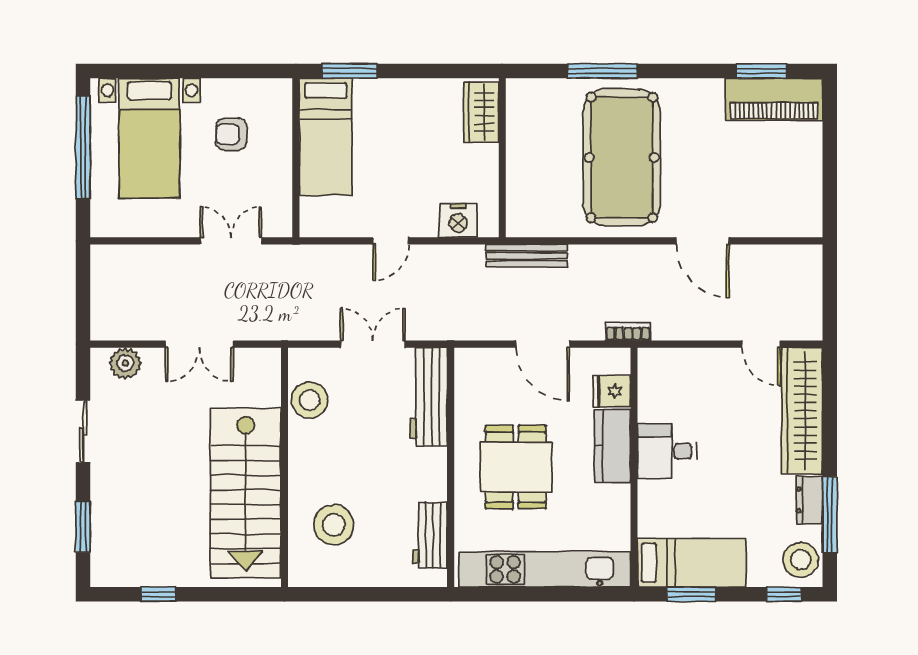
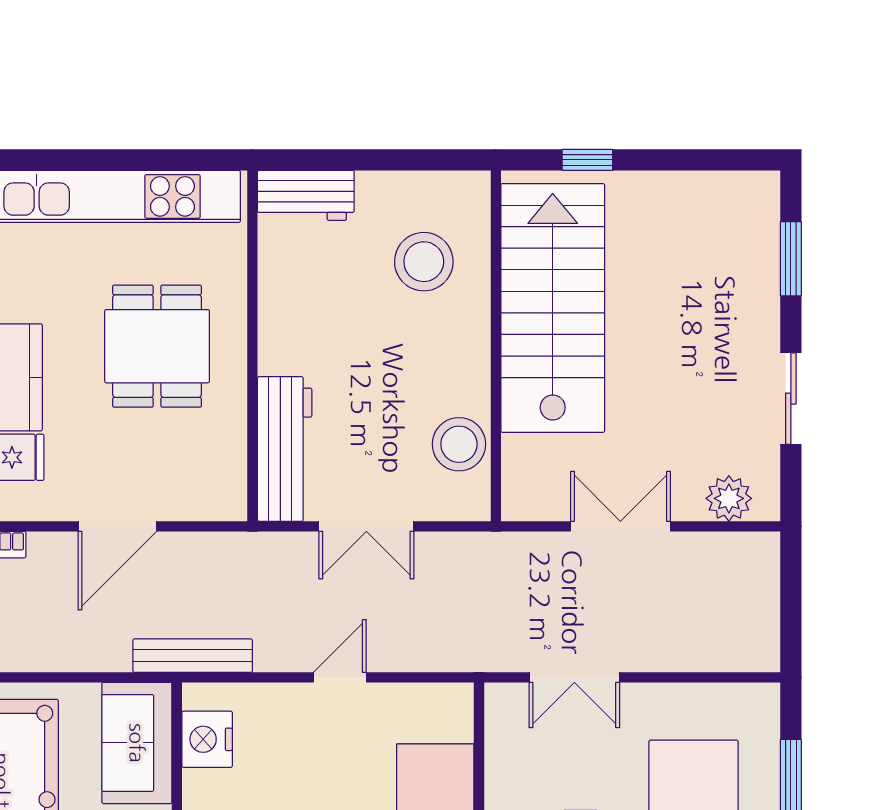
sofa: (530, 196) -> (137, 743), added
nightstand: (458, 220) -> (207, 739), moved, turned -90
bench: (527, 256) -> (193, 656), moved
door: (543, 344) -> (117, 526), swing flipped
workbench: (430, 535) -> (306, 195), moved, turned 90
window: (159, 594) -> (587, 160), moved

